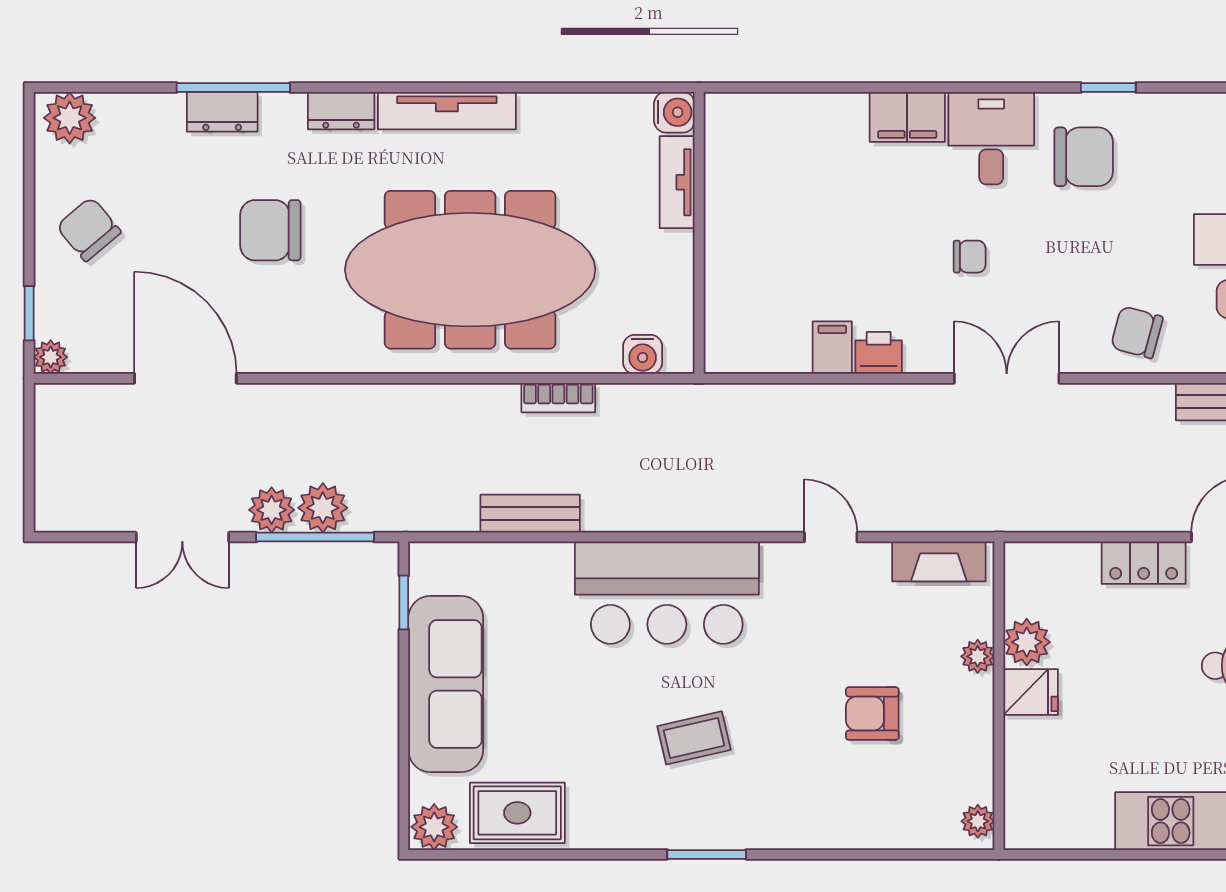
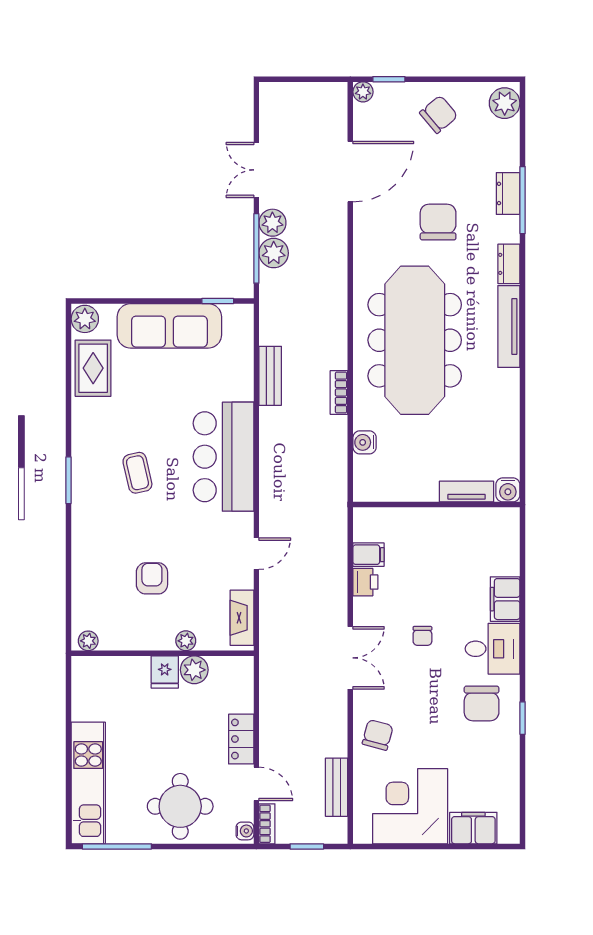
water cooler: (674, 112) -> (508, 490), moved
tv unit: (677, 182) -> (467, 492), moved
wall: (699, 233) -> (436, 505), moved

